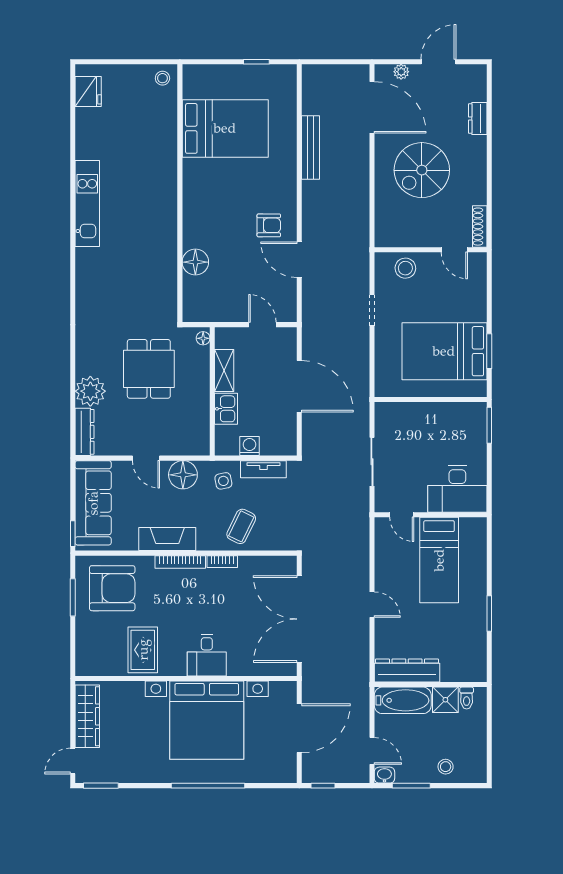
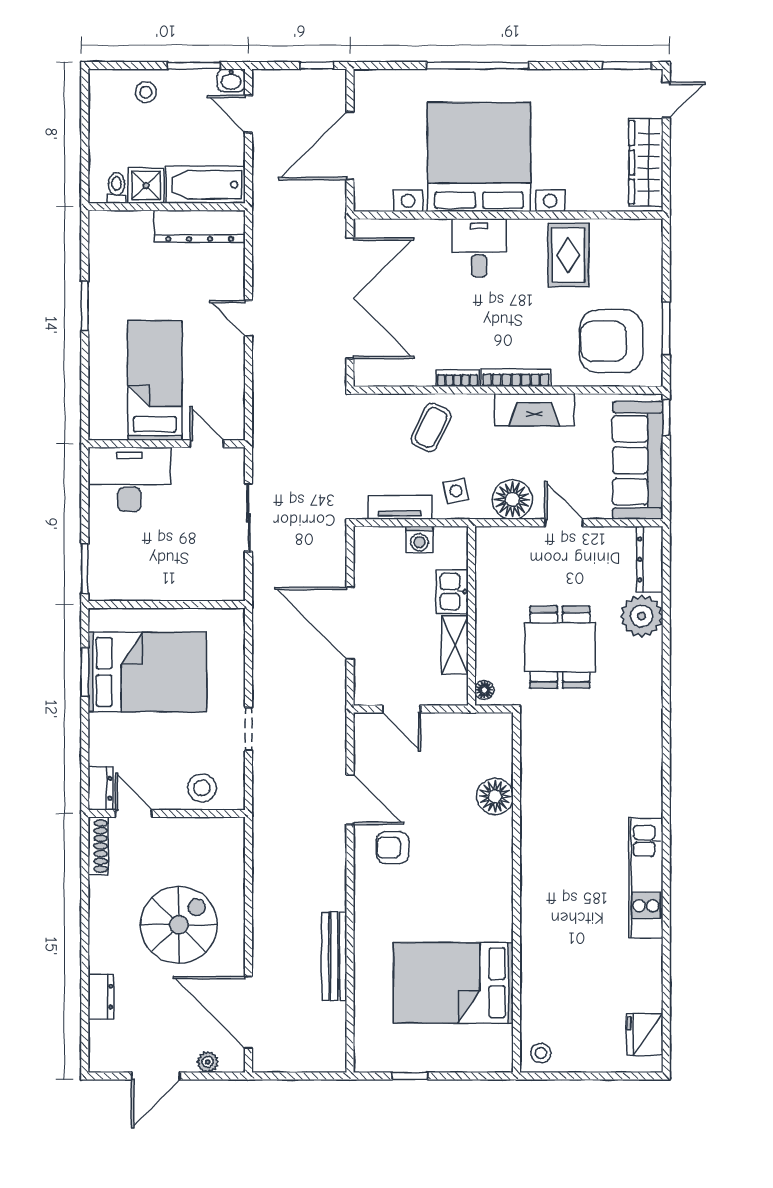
dresser: (478, 268) -> (100, 788), added

